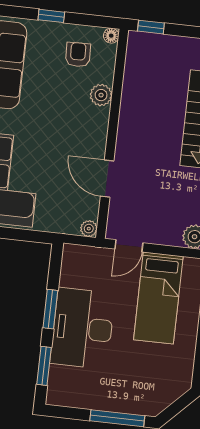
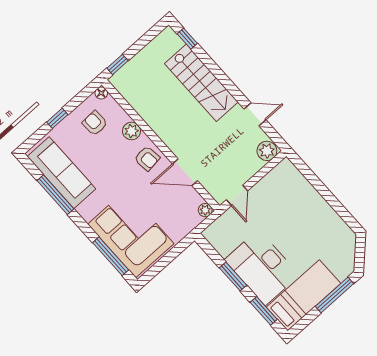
armchair: (89, 132) -> (147, 158), added
bed: (158, 298) -> (303, 295), moved, turned -90

